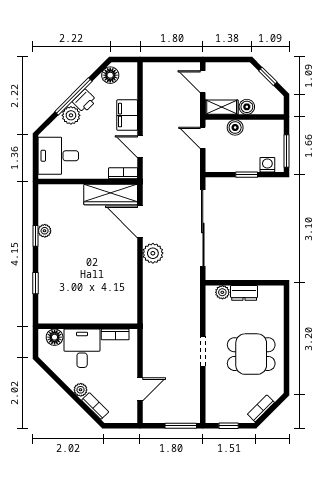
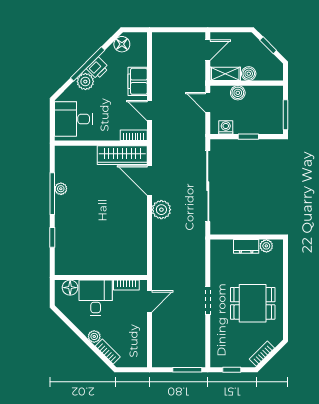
door: (203, 82) -> (208, 50), swing flipped
washing machine: (267, 165) -> (226, 127), moved
window: (35, 236) -> (52, 194), width x2.17
plant: (222, 292) -> (266, 246), moved
door: (140, 389) -> (149, 301), moved

